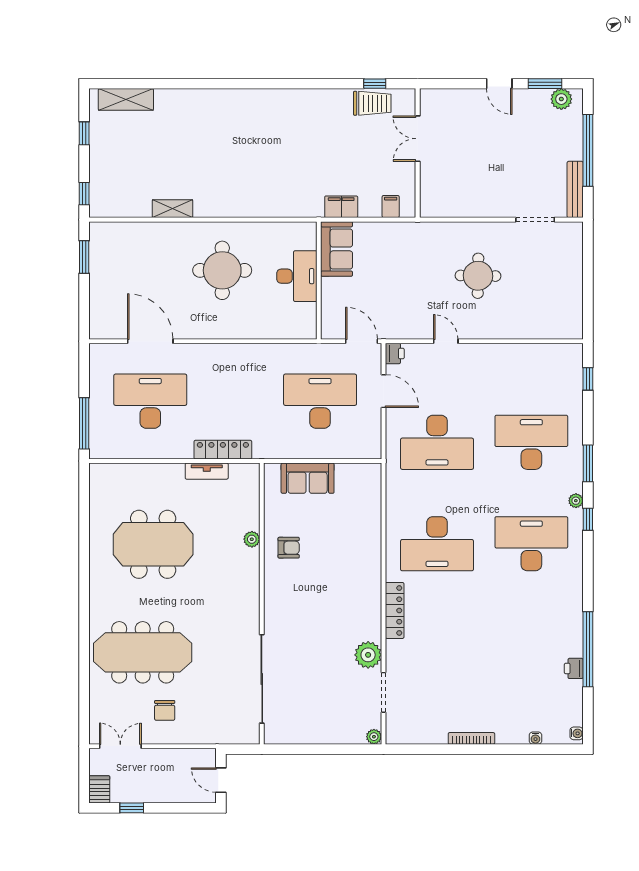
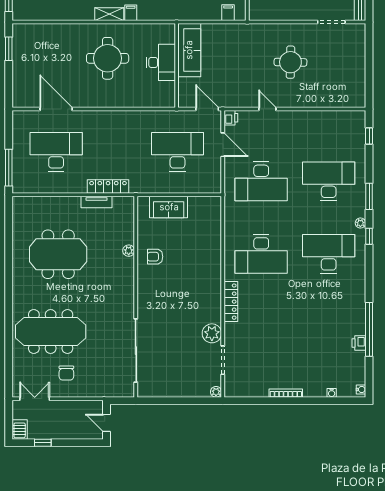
filing cabinet: (341, 207) -> (131, 13), moved, width x0.50
shelving: (173, 209) -> (109, 14), moved
sofa: (337, 249) -> (189, 50), width x1.36
armchair: (289, 548) -> (155, 257), turned 180

